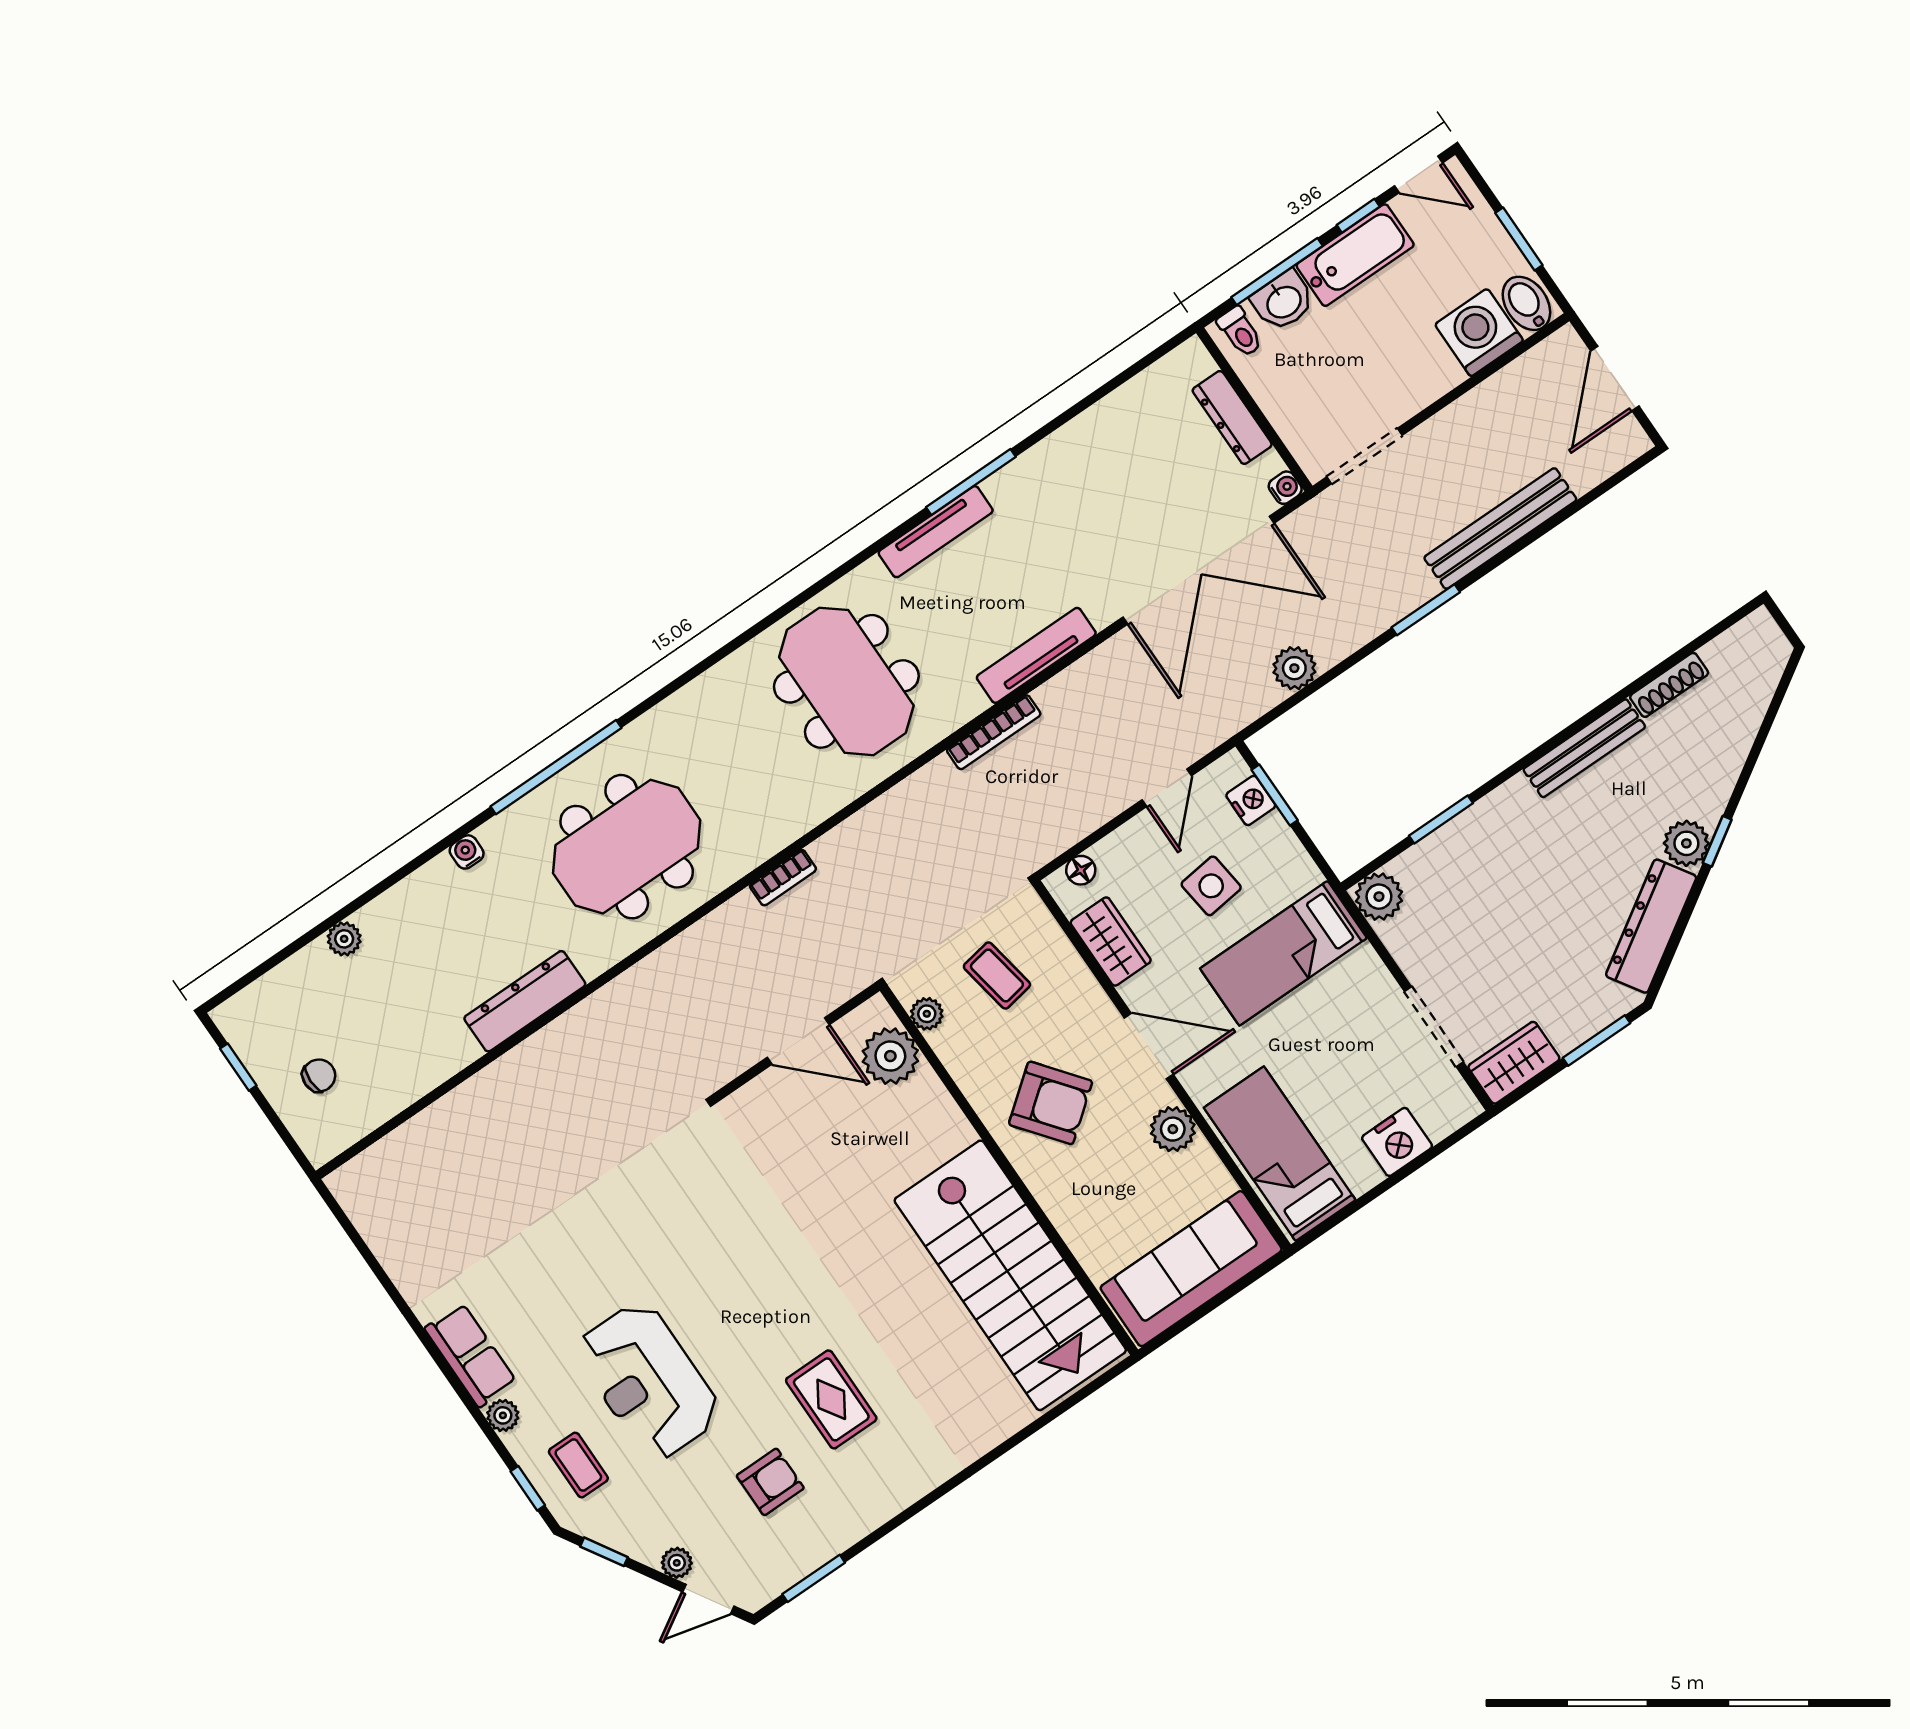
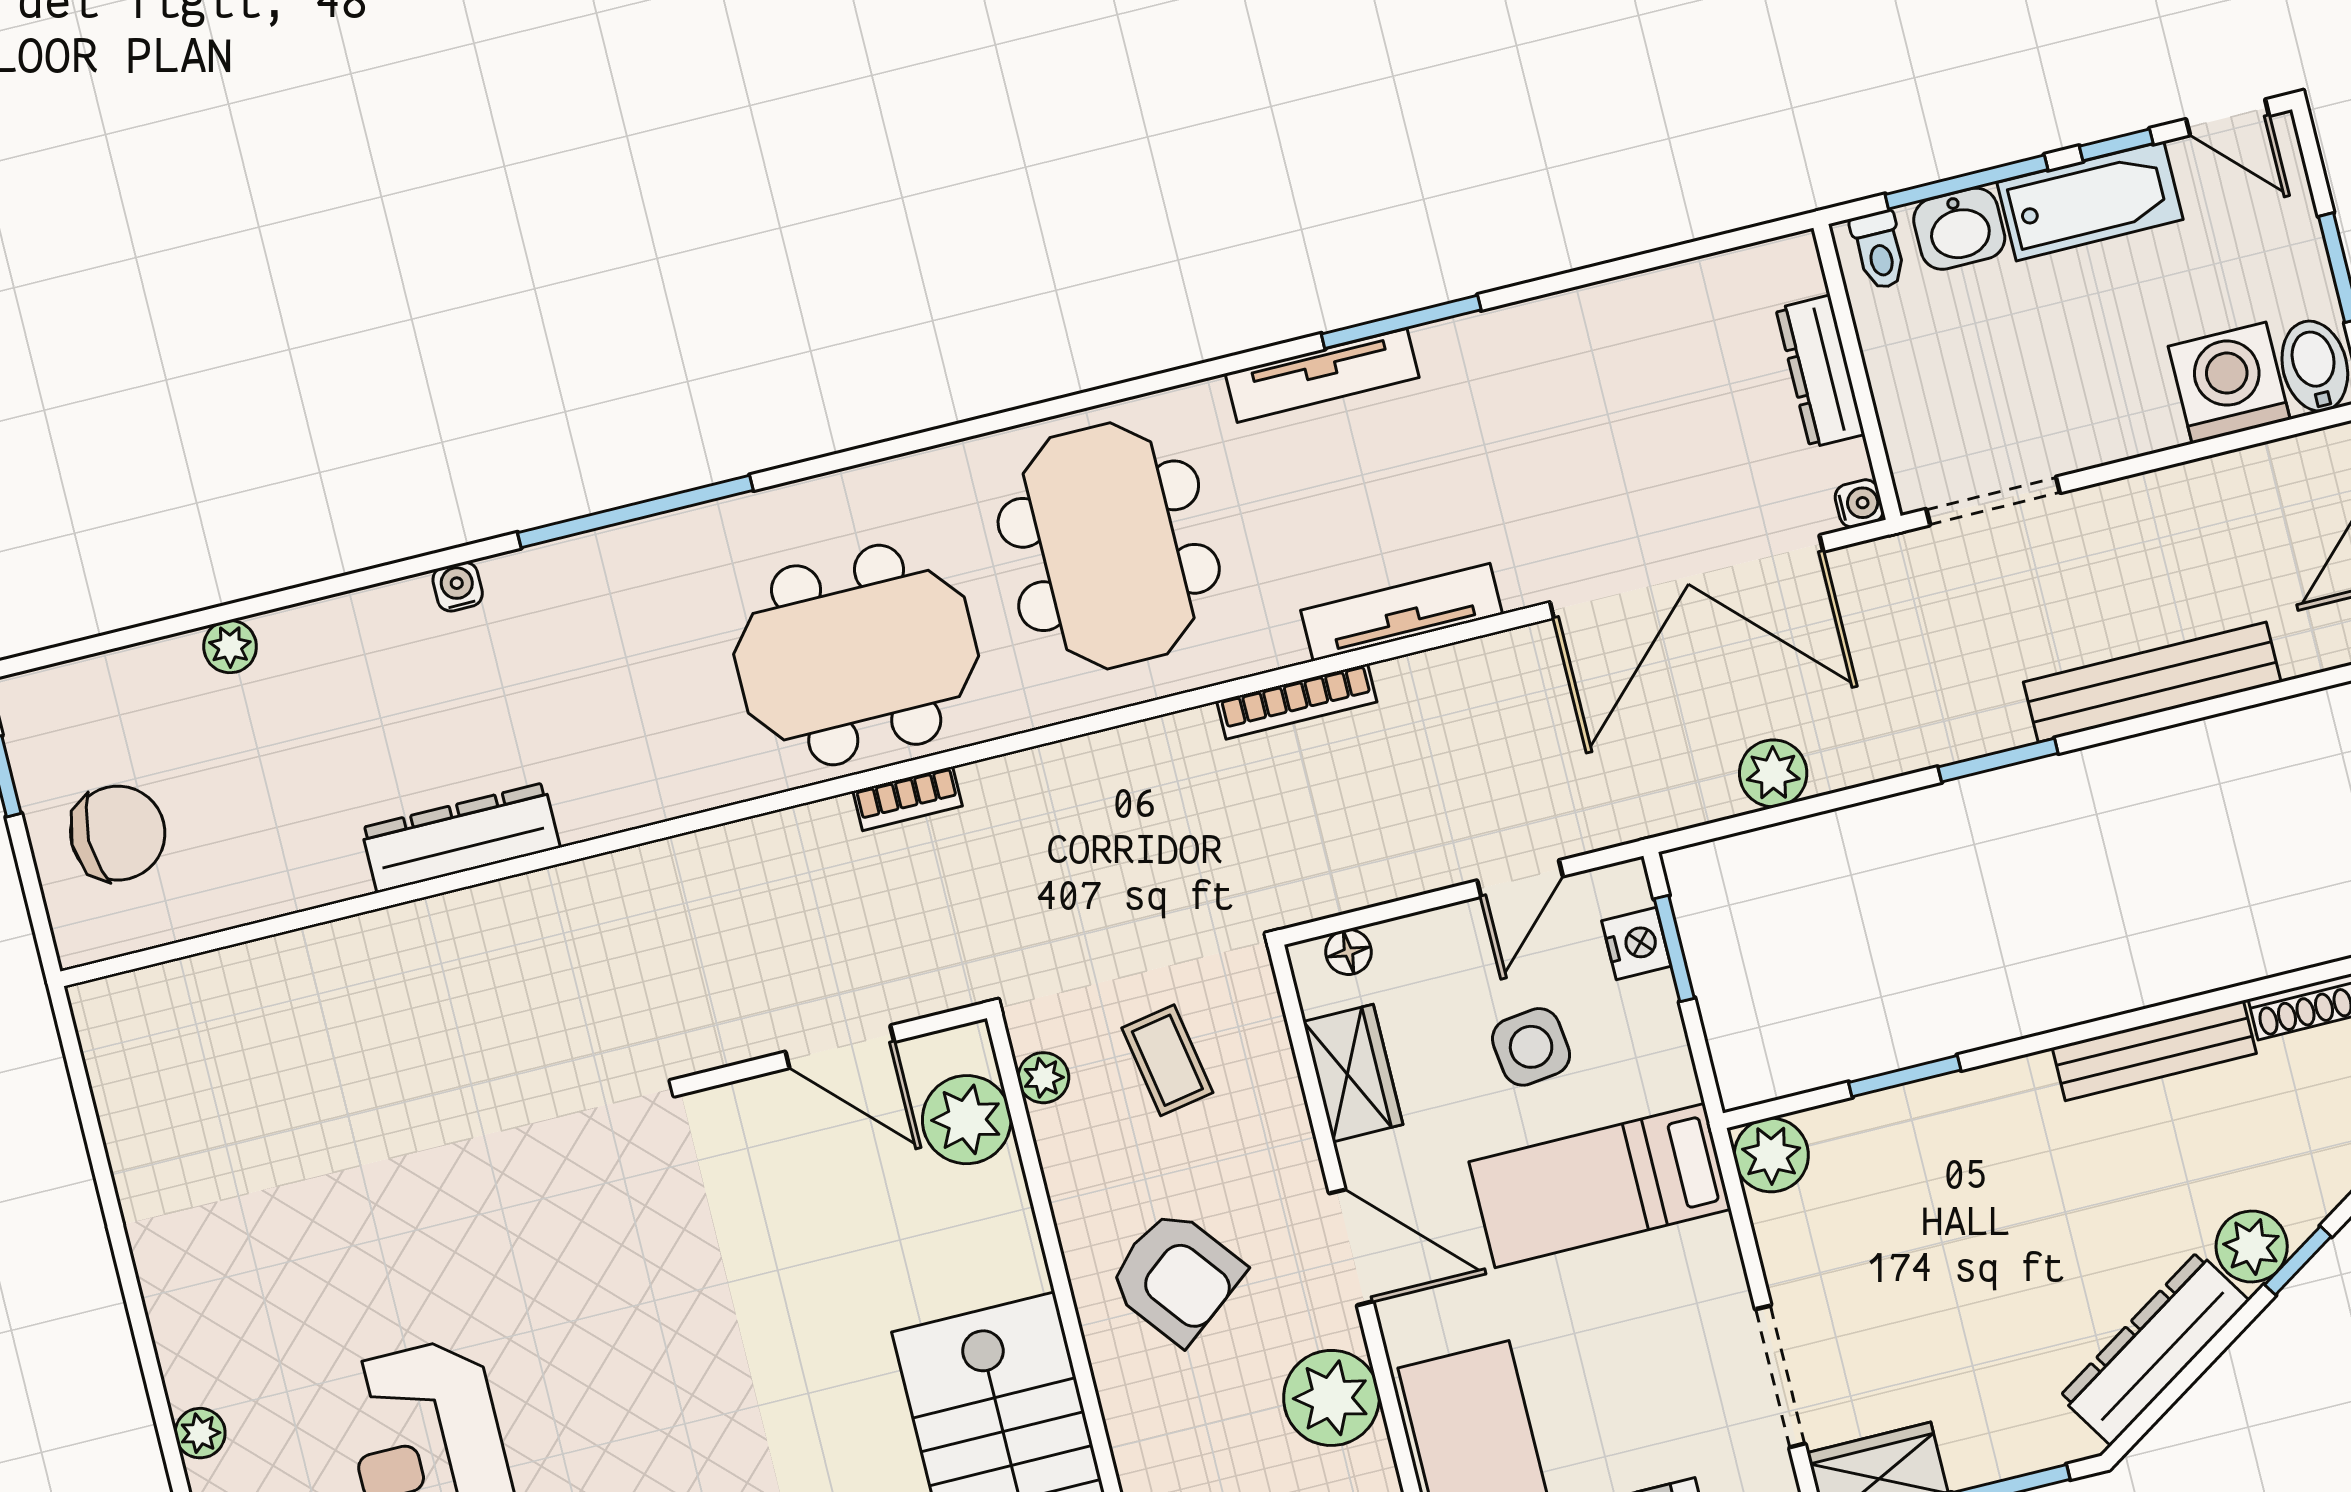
meeting table: (627, 847) -> (856, 655), moved
chair: (319, 1076) -> (118, 833), width x1.87, depth x1.87
plant: (1173, 1129) -> (1331, 1398), width x1.36, depth x1.36
row of seats: (470, 1355) -> (186, 1327), removed

